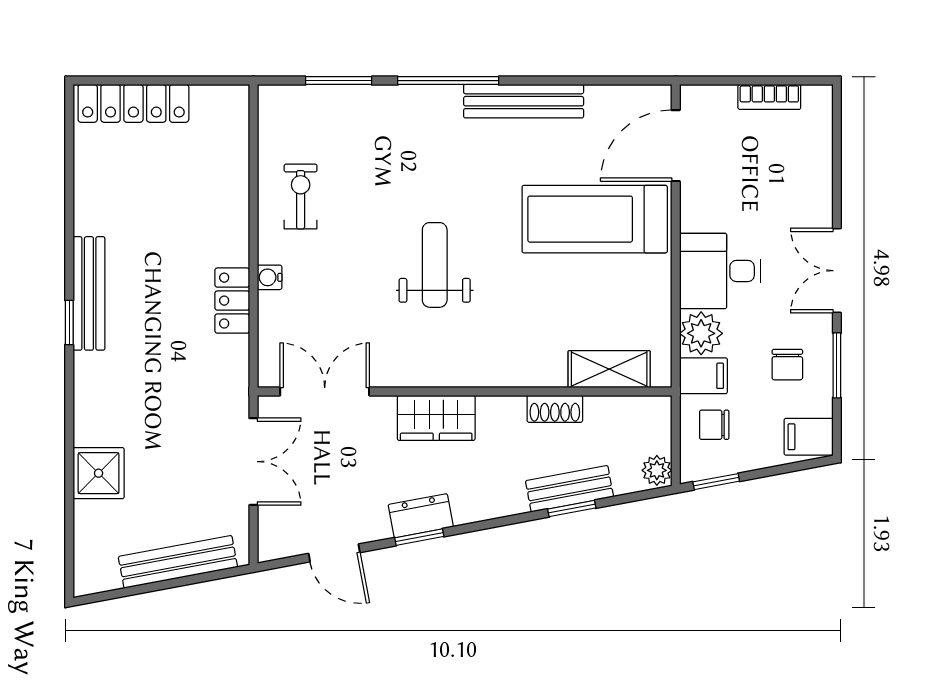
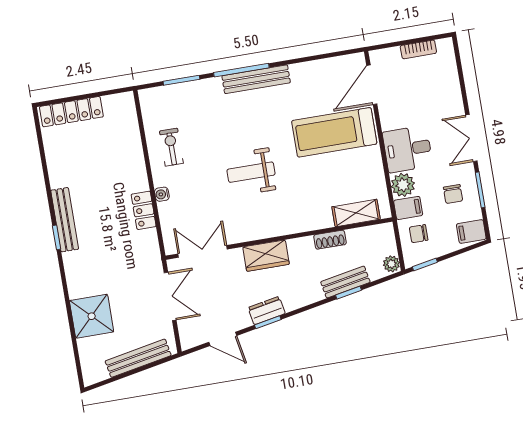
bench: (524, 101) -> (256, 79), moved
weight bench: (435, 265) -> (251, 172), turned -90
shower: (99, 473) -> (92, 316), width x1.36, depth x1.36

